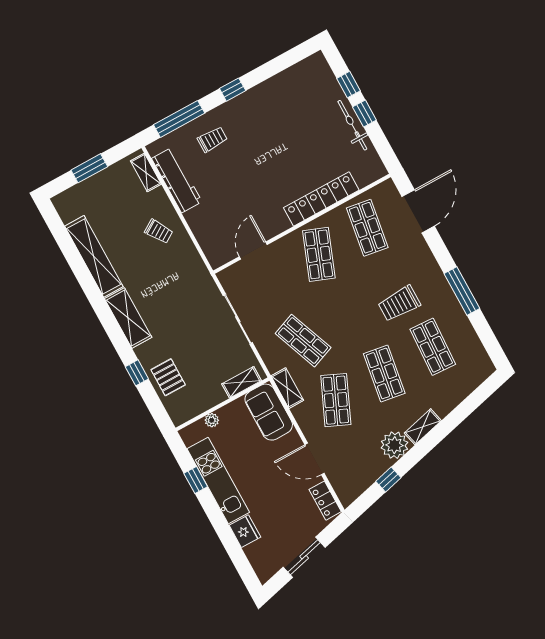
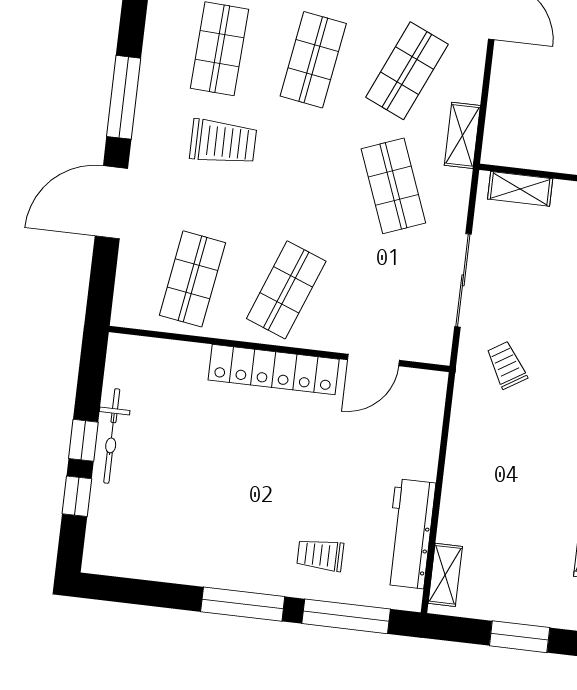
window: (233, 90) -> (243, 604), width x2.17
locker: (321, 199) -> (274, 370), moved
door: (418, 211) -> (111, 202), moved
trolley: (159, 231) -> (507, 365), moved
sofa: (269, 412) -> (512, 121), removed

